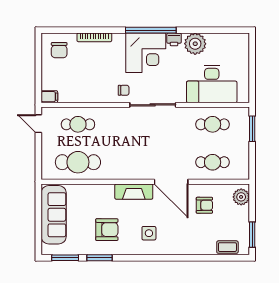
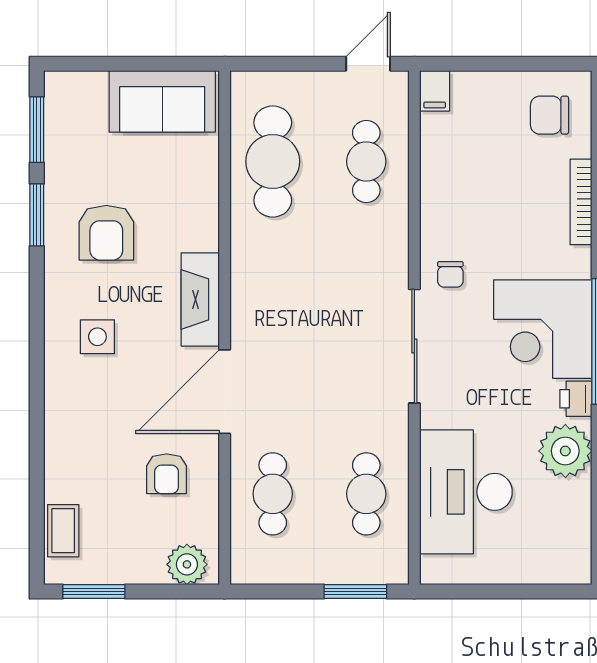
sofa: (54, 215) -> (162, 101), width x0.73

